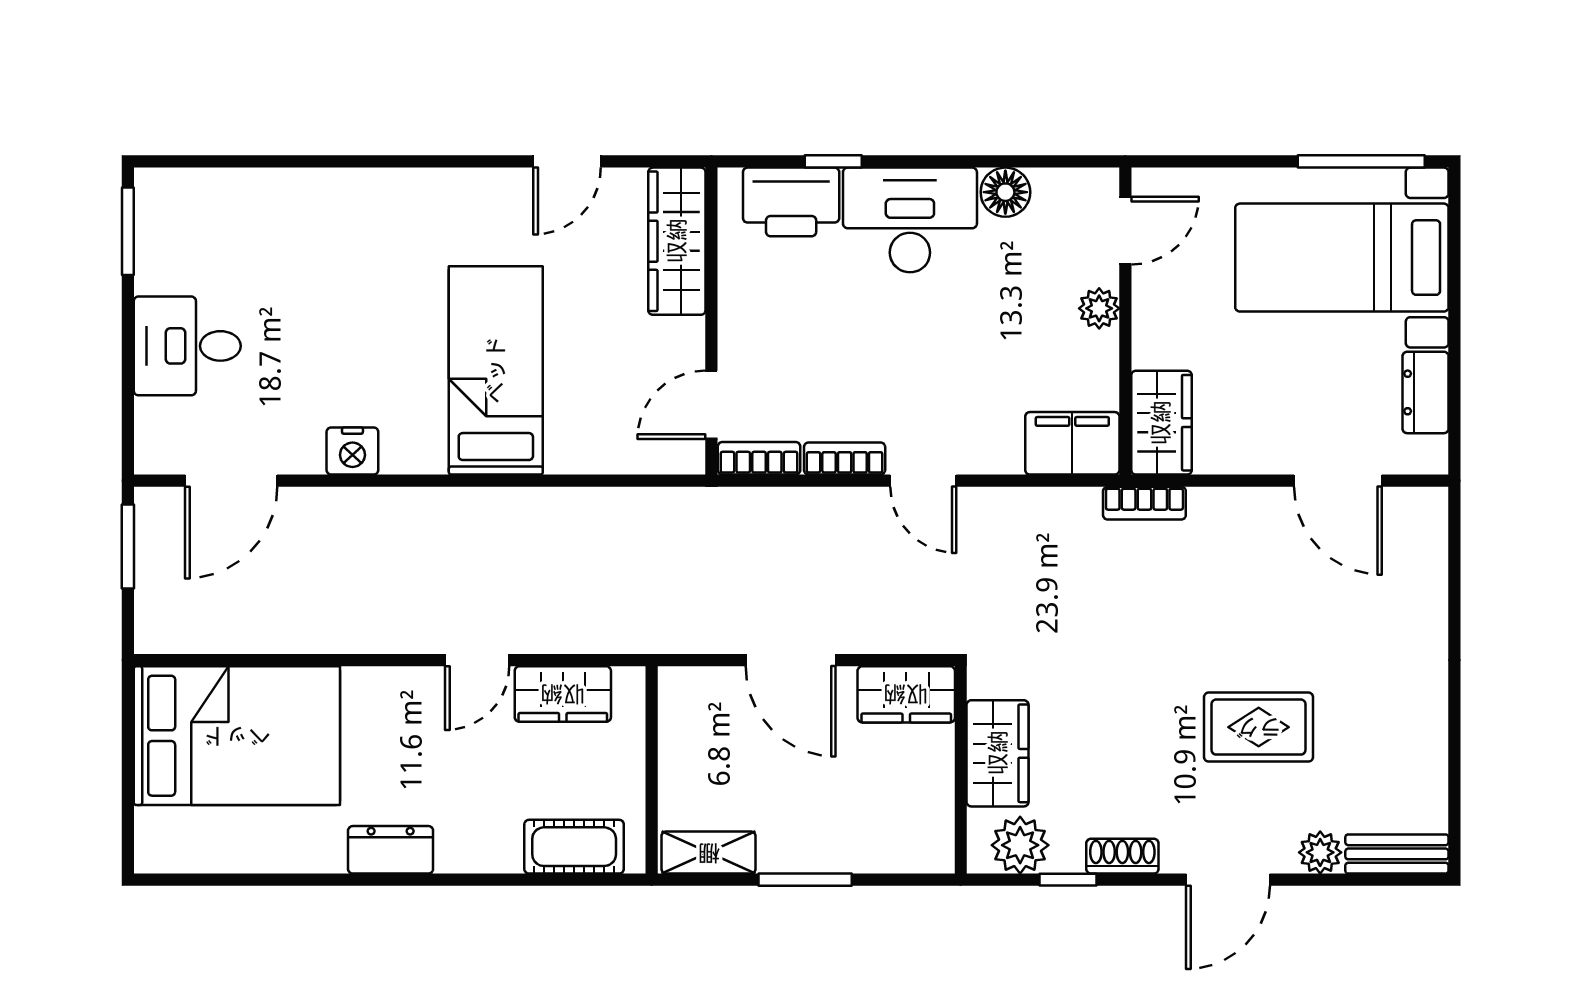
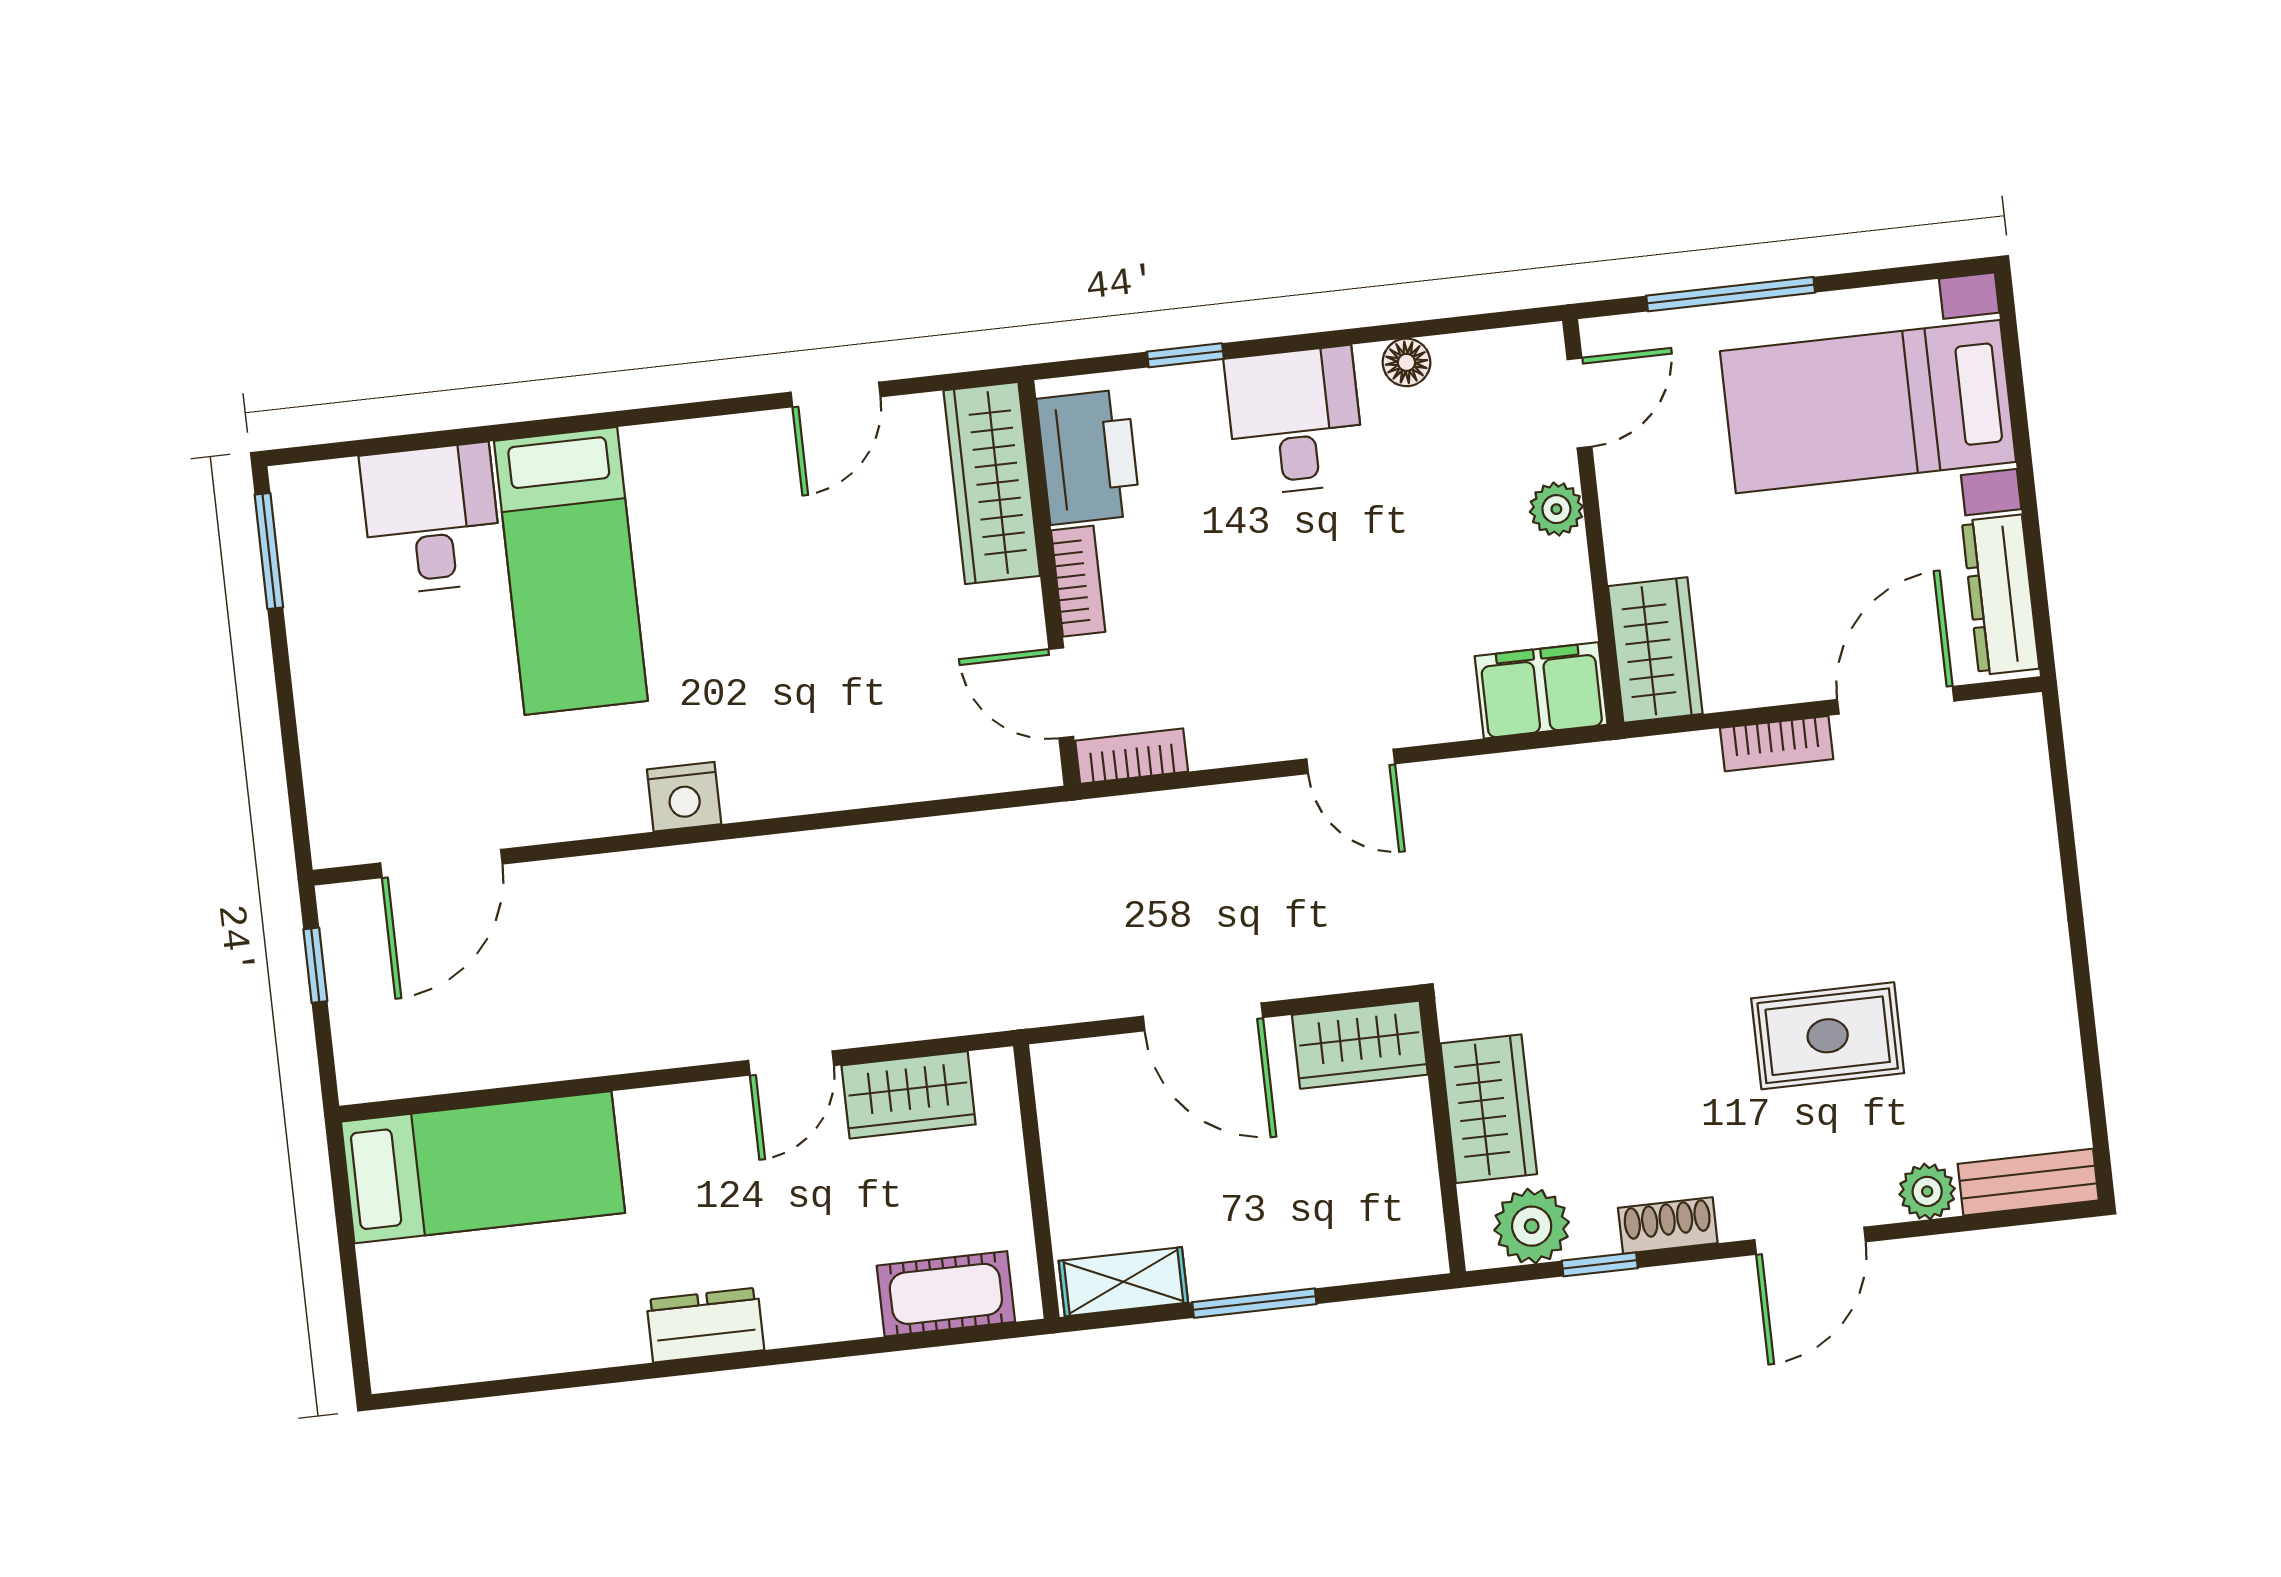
window: (1361, 161) -> (1731, 294), moved
floor lamp: (1005, 192) -> (1406, 362), width x0.73, depth x0.73
printer: (791, 202) -> (1089, 457), moved, turned -90
desk: (910, 220) -> (1295, 421), width x0.73
desk: (187, 346) -> (431, 519), moved, turned 90
bed: (496, 370) -> (571, 571), moved, turned 180
dresser: (1426, 392) -> (2000, 595), width x1.44
door: (711, 405) -> (1061, 693), hinge flipped
nightstand: (352, 451) -> (684, 797), moved
bookcase: (845, 458) -> (1078, 581), moved, turned 90
door: (1338, 481) -> (1896, 700), swing flipped
bookcase: (1144, 503) -> (1777, 744), moved
window: (128, 547) -> (315, 965), width x0.67
bed: (237, 736) -> (483, 1167), width x0.67

